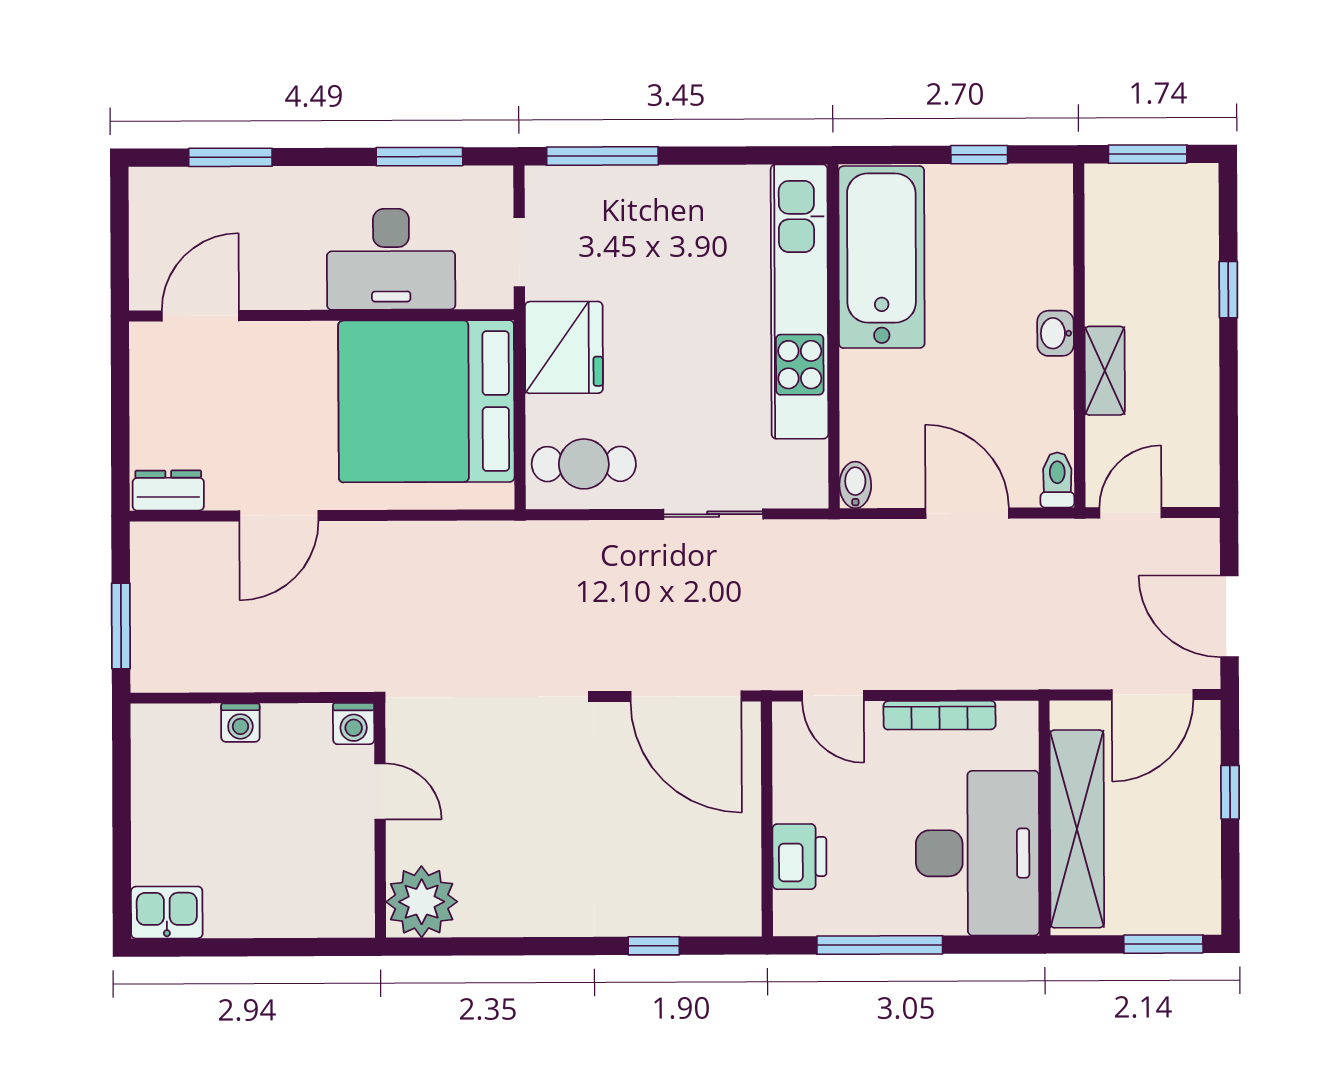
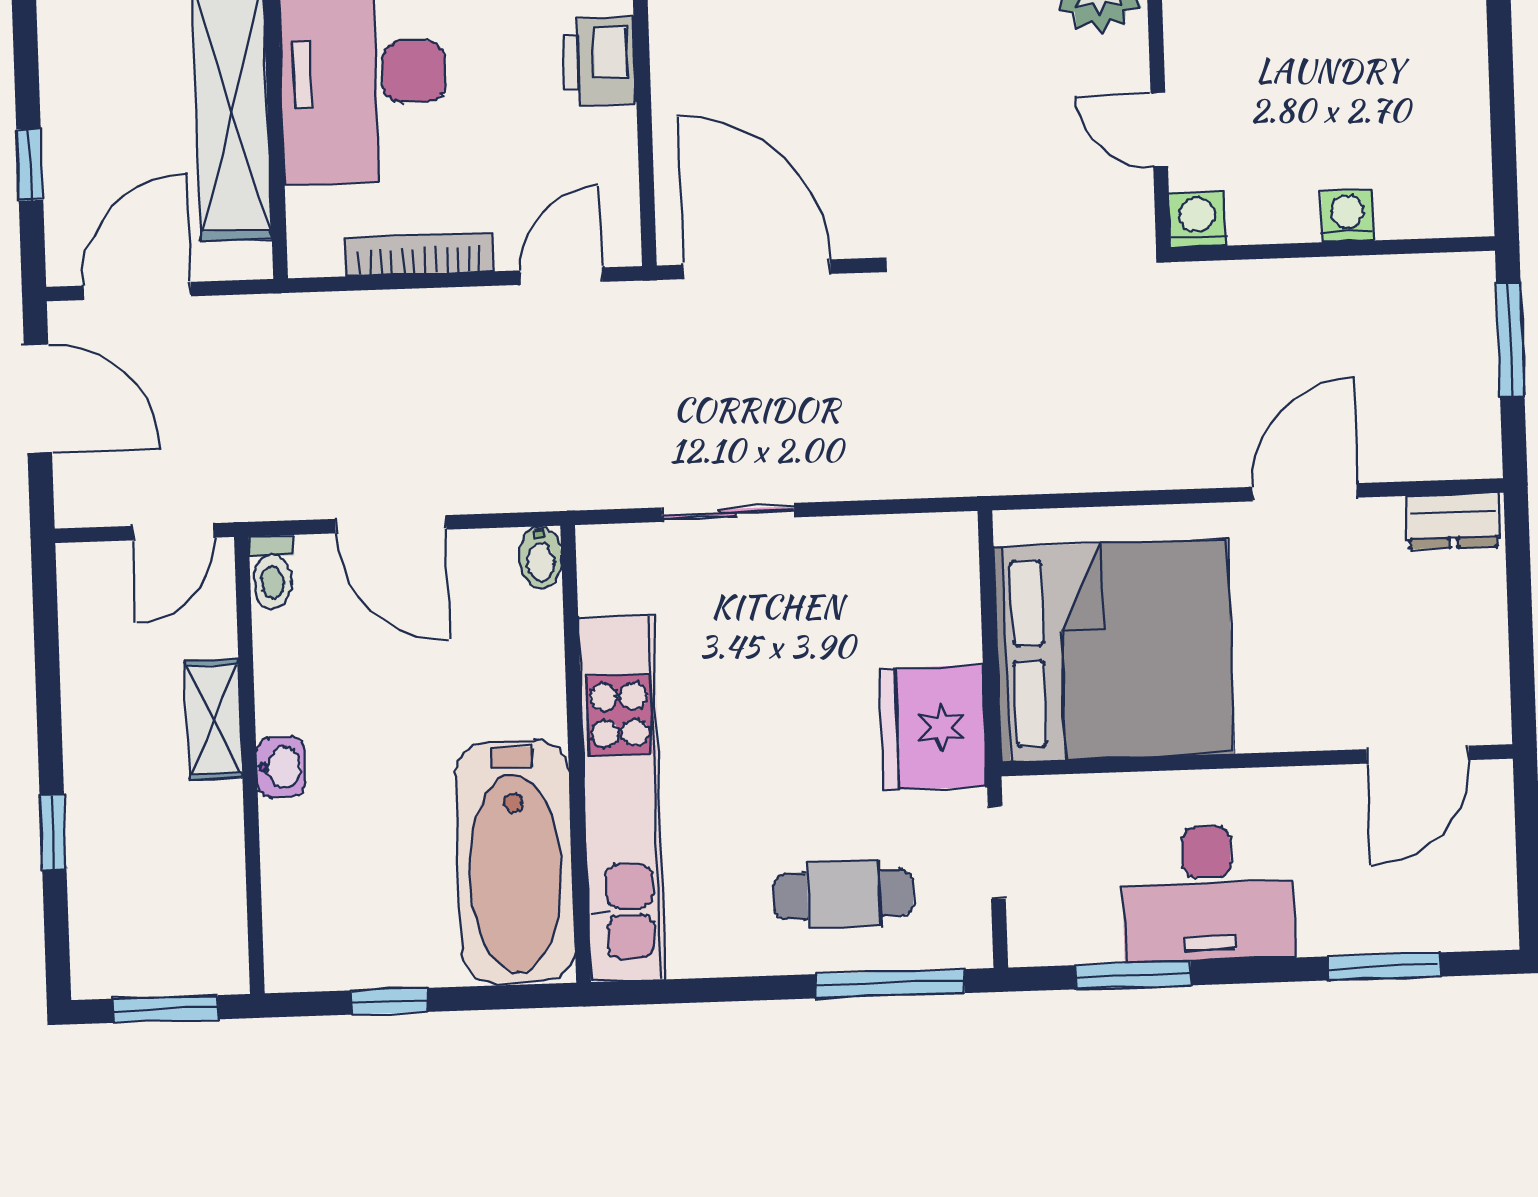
desk: (391, 259) -> (1208, 893), moved, turned 180
cafe table: (584, 464) -> (843, 894), moved
door: (833, 696) -> (561, 276), hinge flipped

